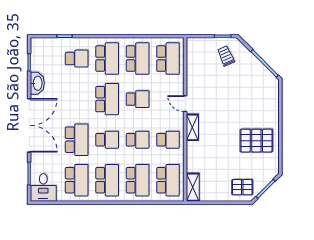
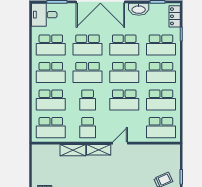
locker: (45, 43) -> (175, 16), added
school desk: (77, 59) -> (161, 45), width x1.85
school desk: (77, 99) -> (124, 45), added
school desk: (138, 99) -> (124, 100), width x1.85
school desk: (107, 140) -> (88, 72), width x1.85
shelving: (193, 187) -> (73, 150), moved

